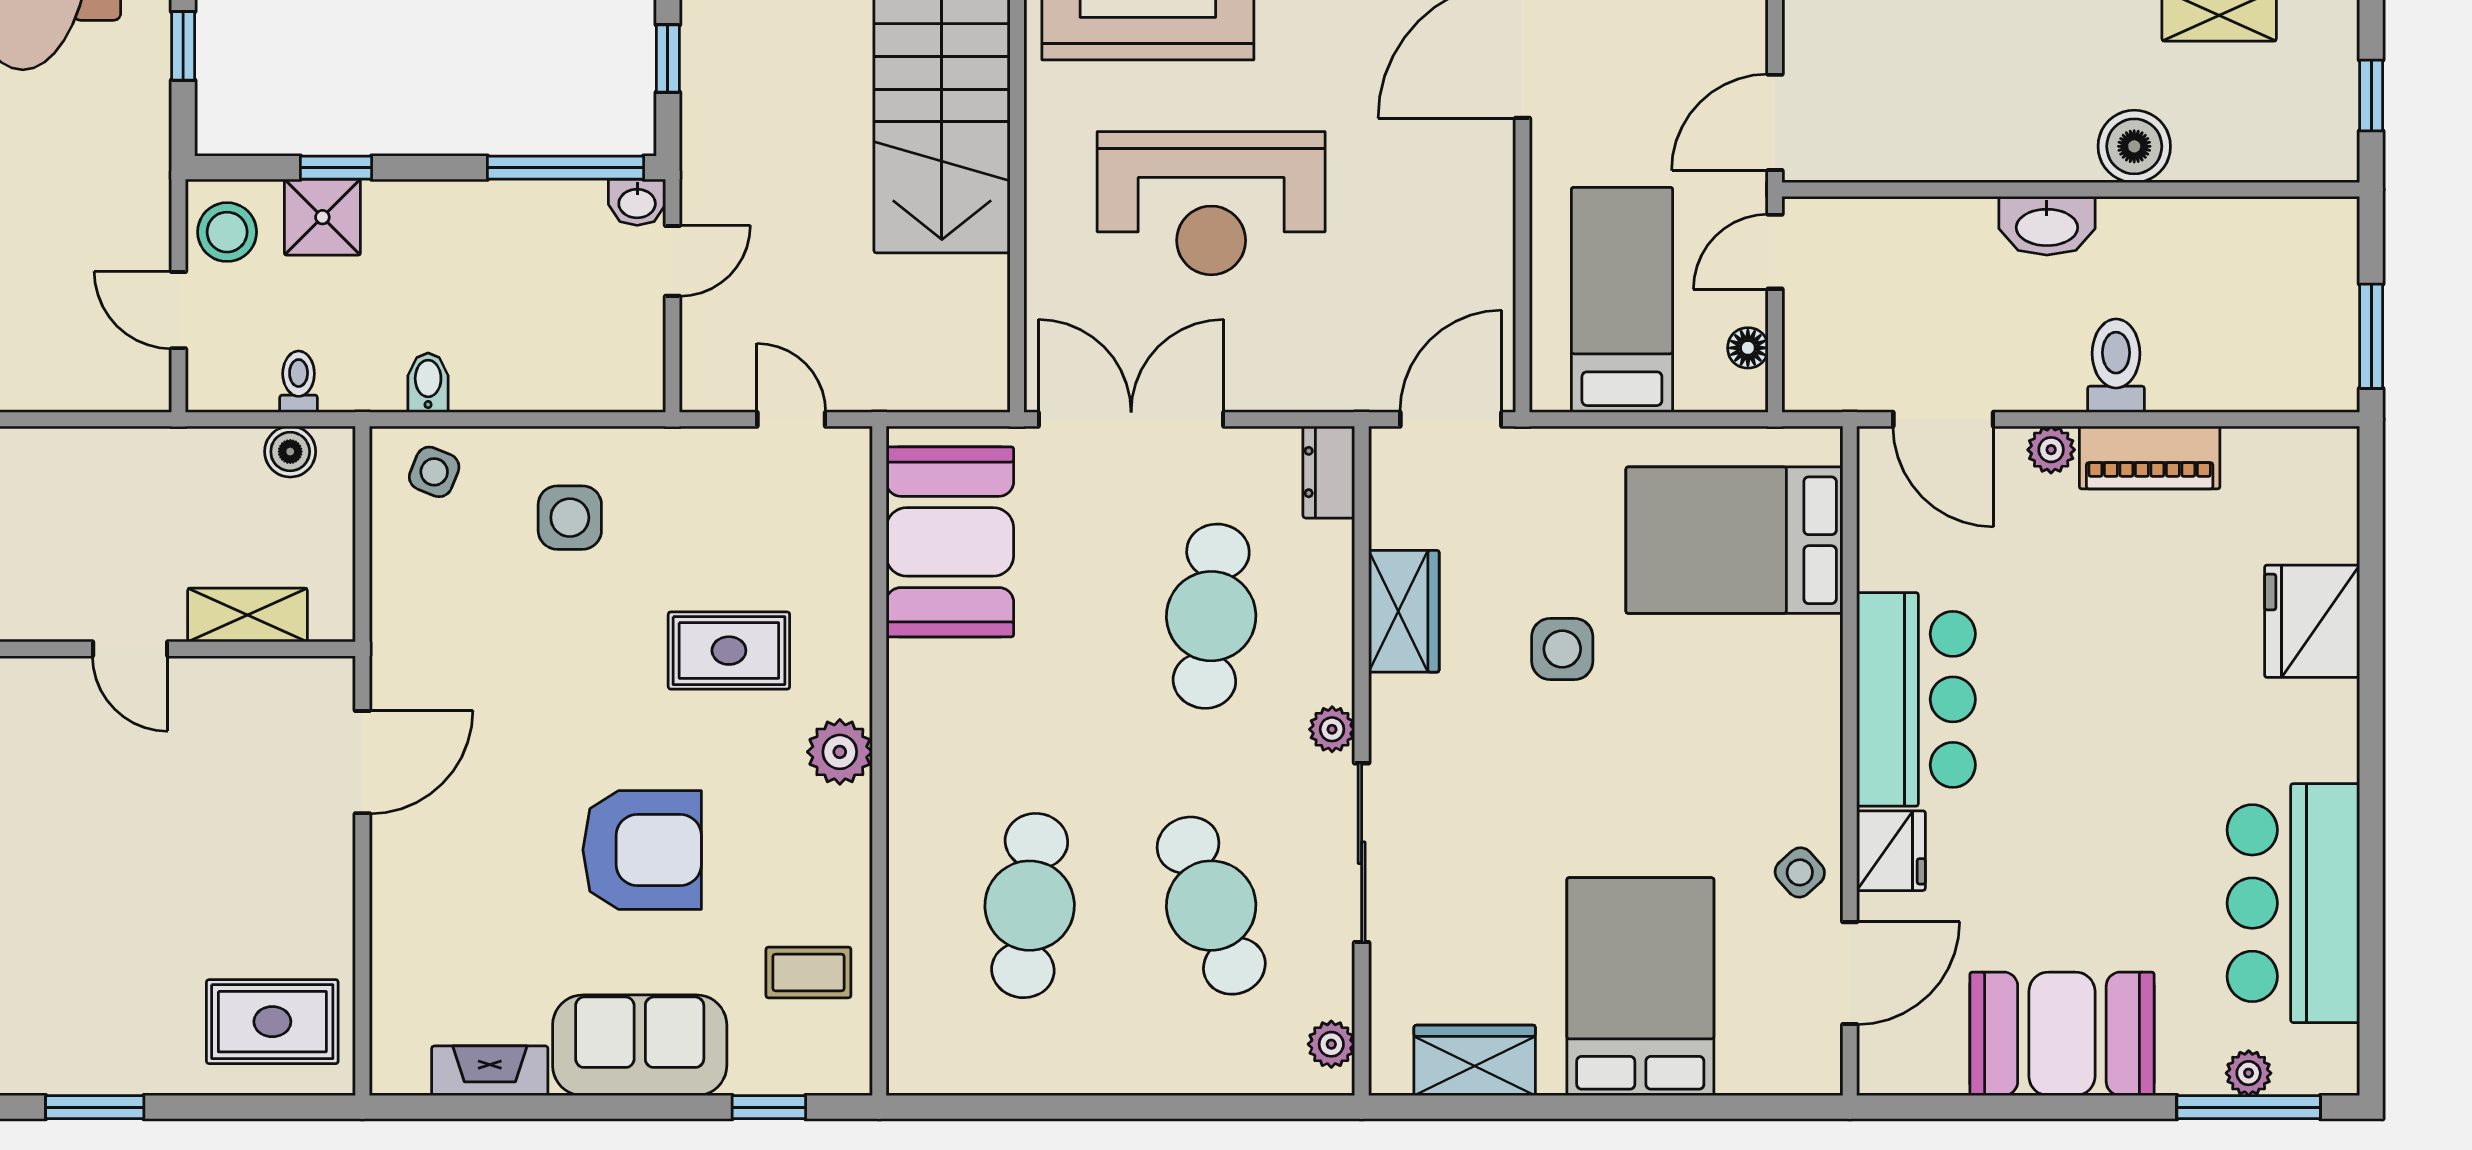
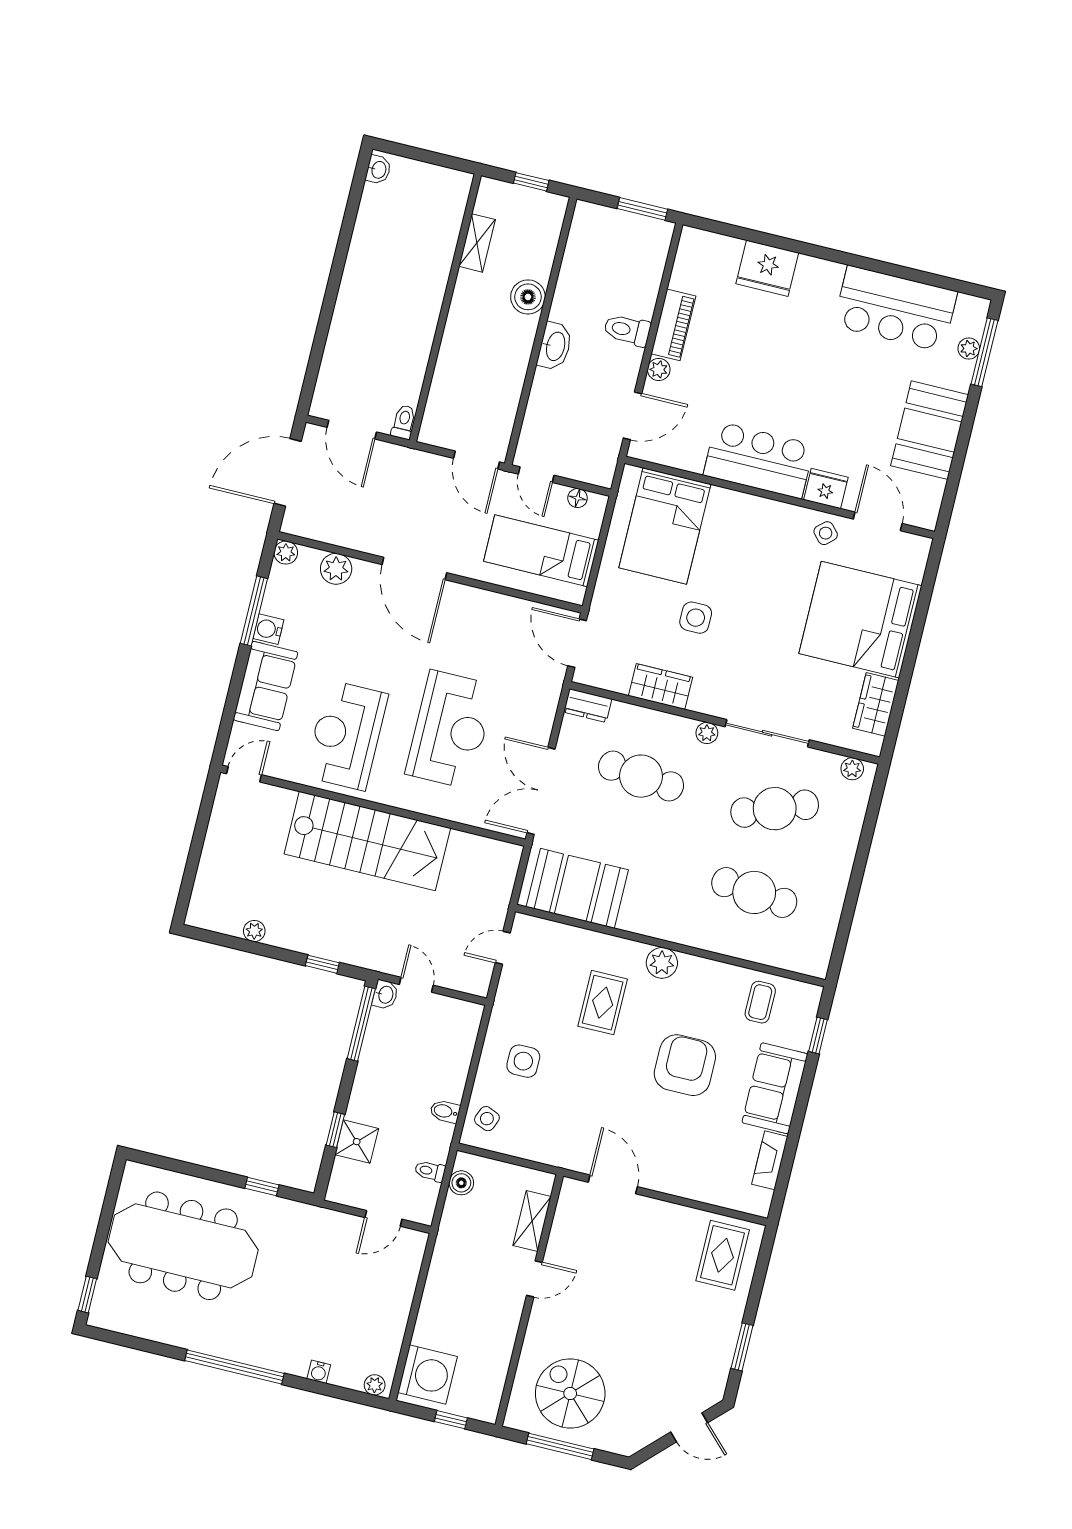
stool: (227, 232) -> (353, 1187), removed
bed: (1640, 987) -> (860, 620), width x1.36

